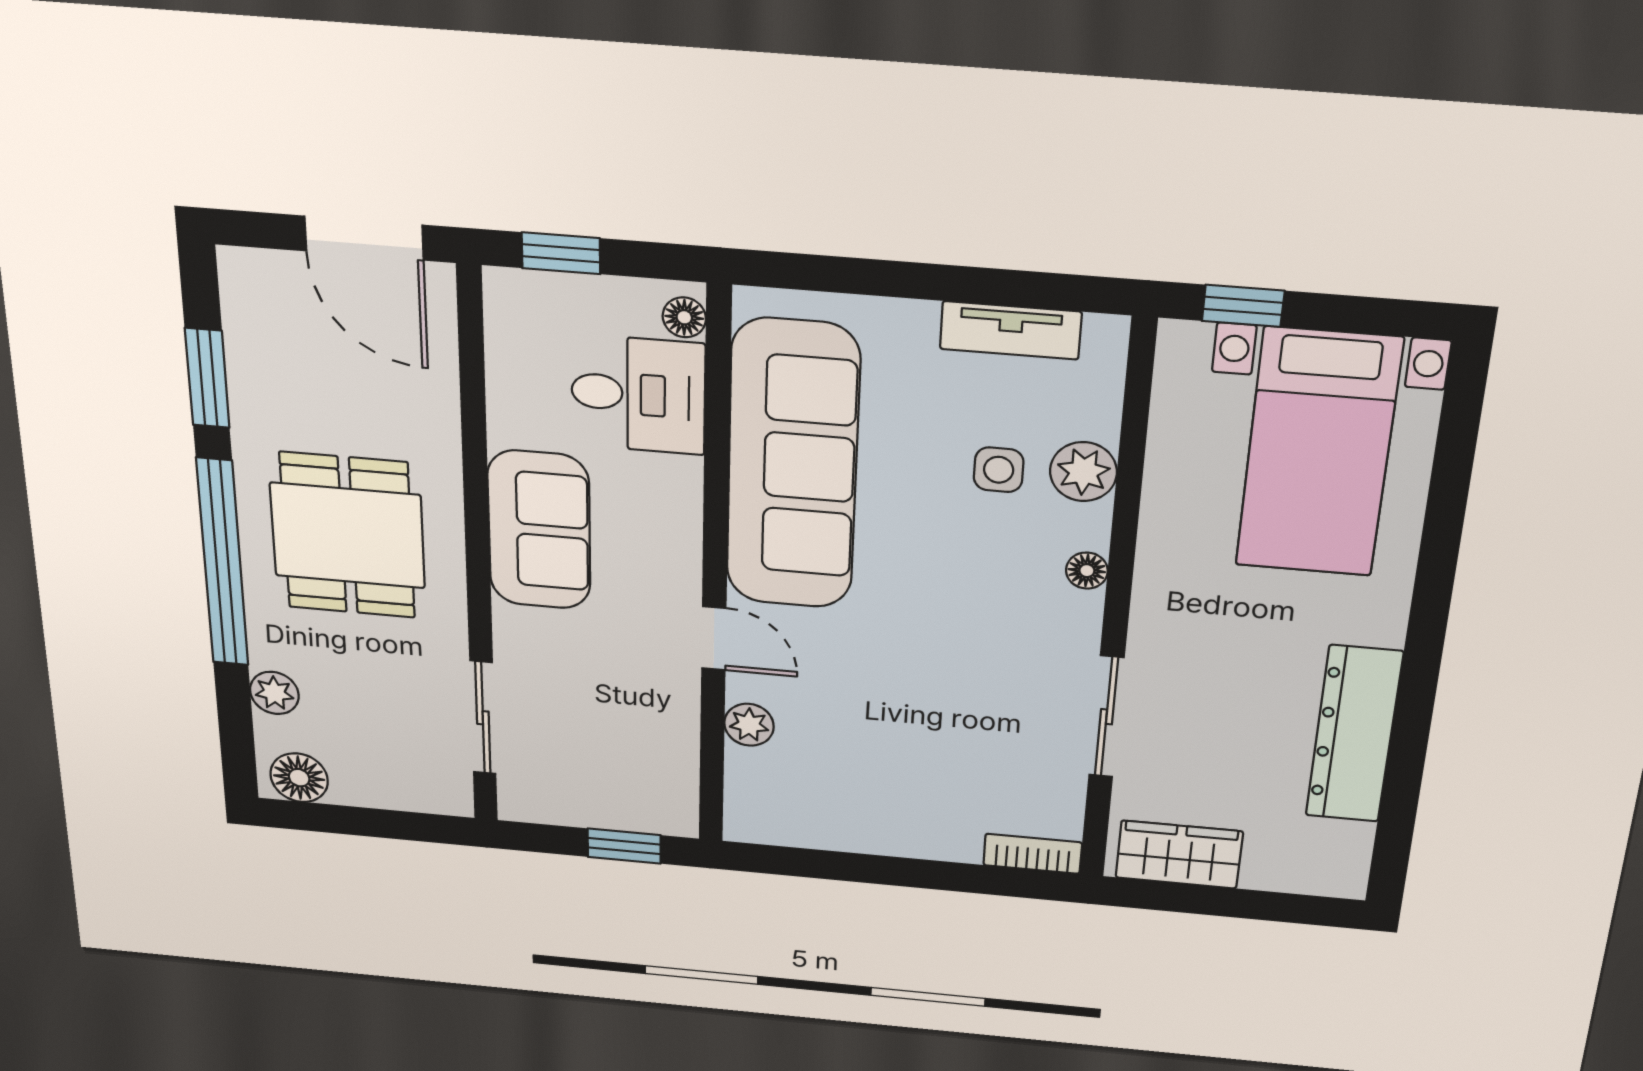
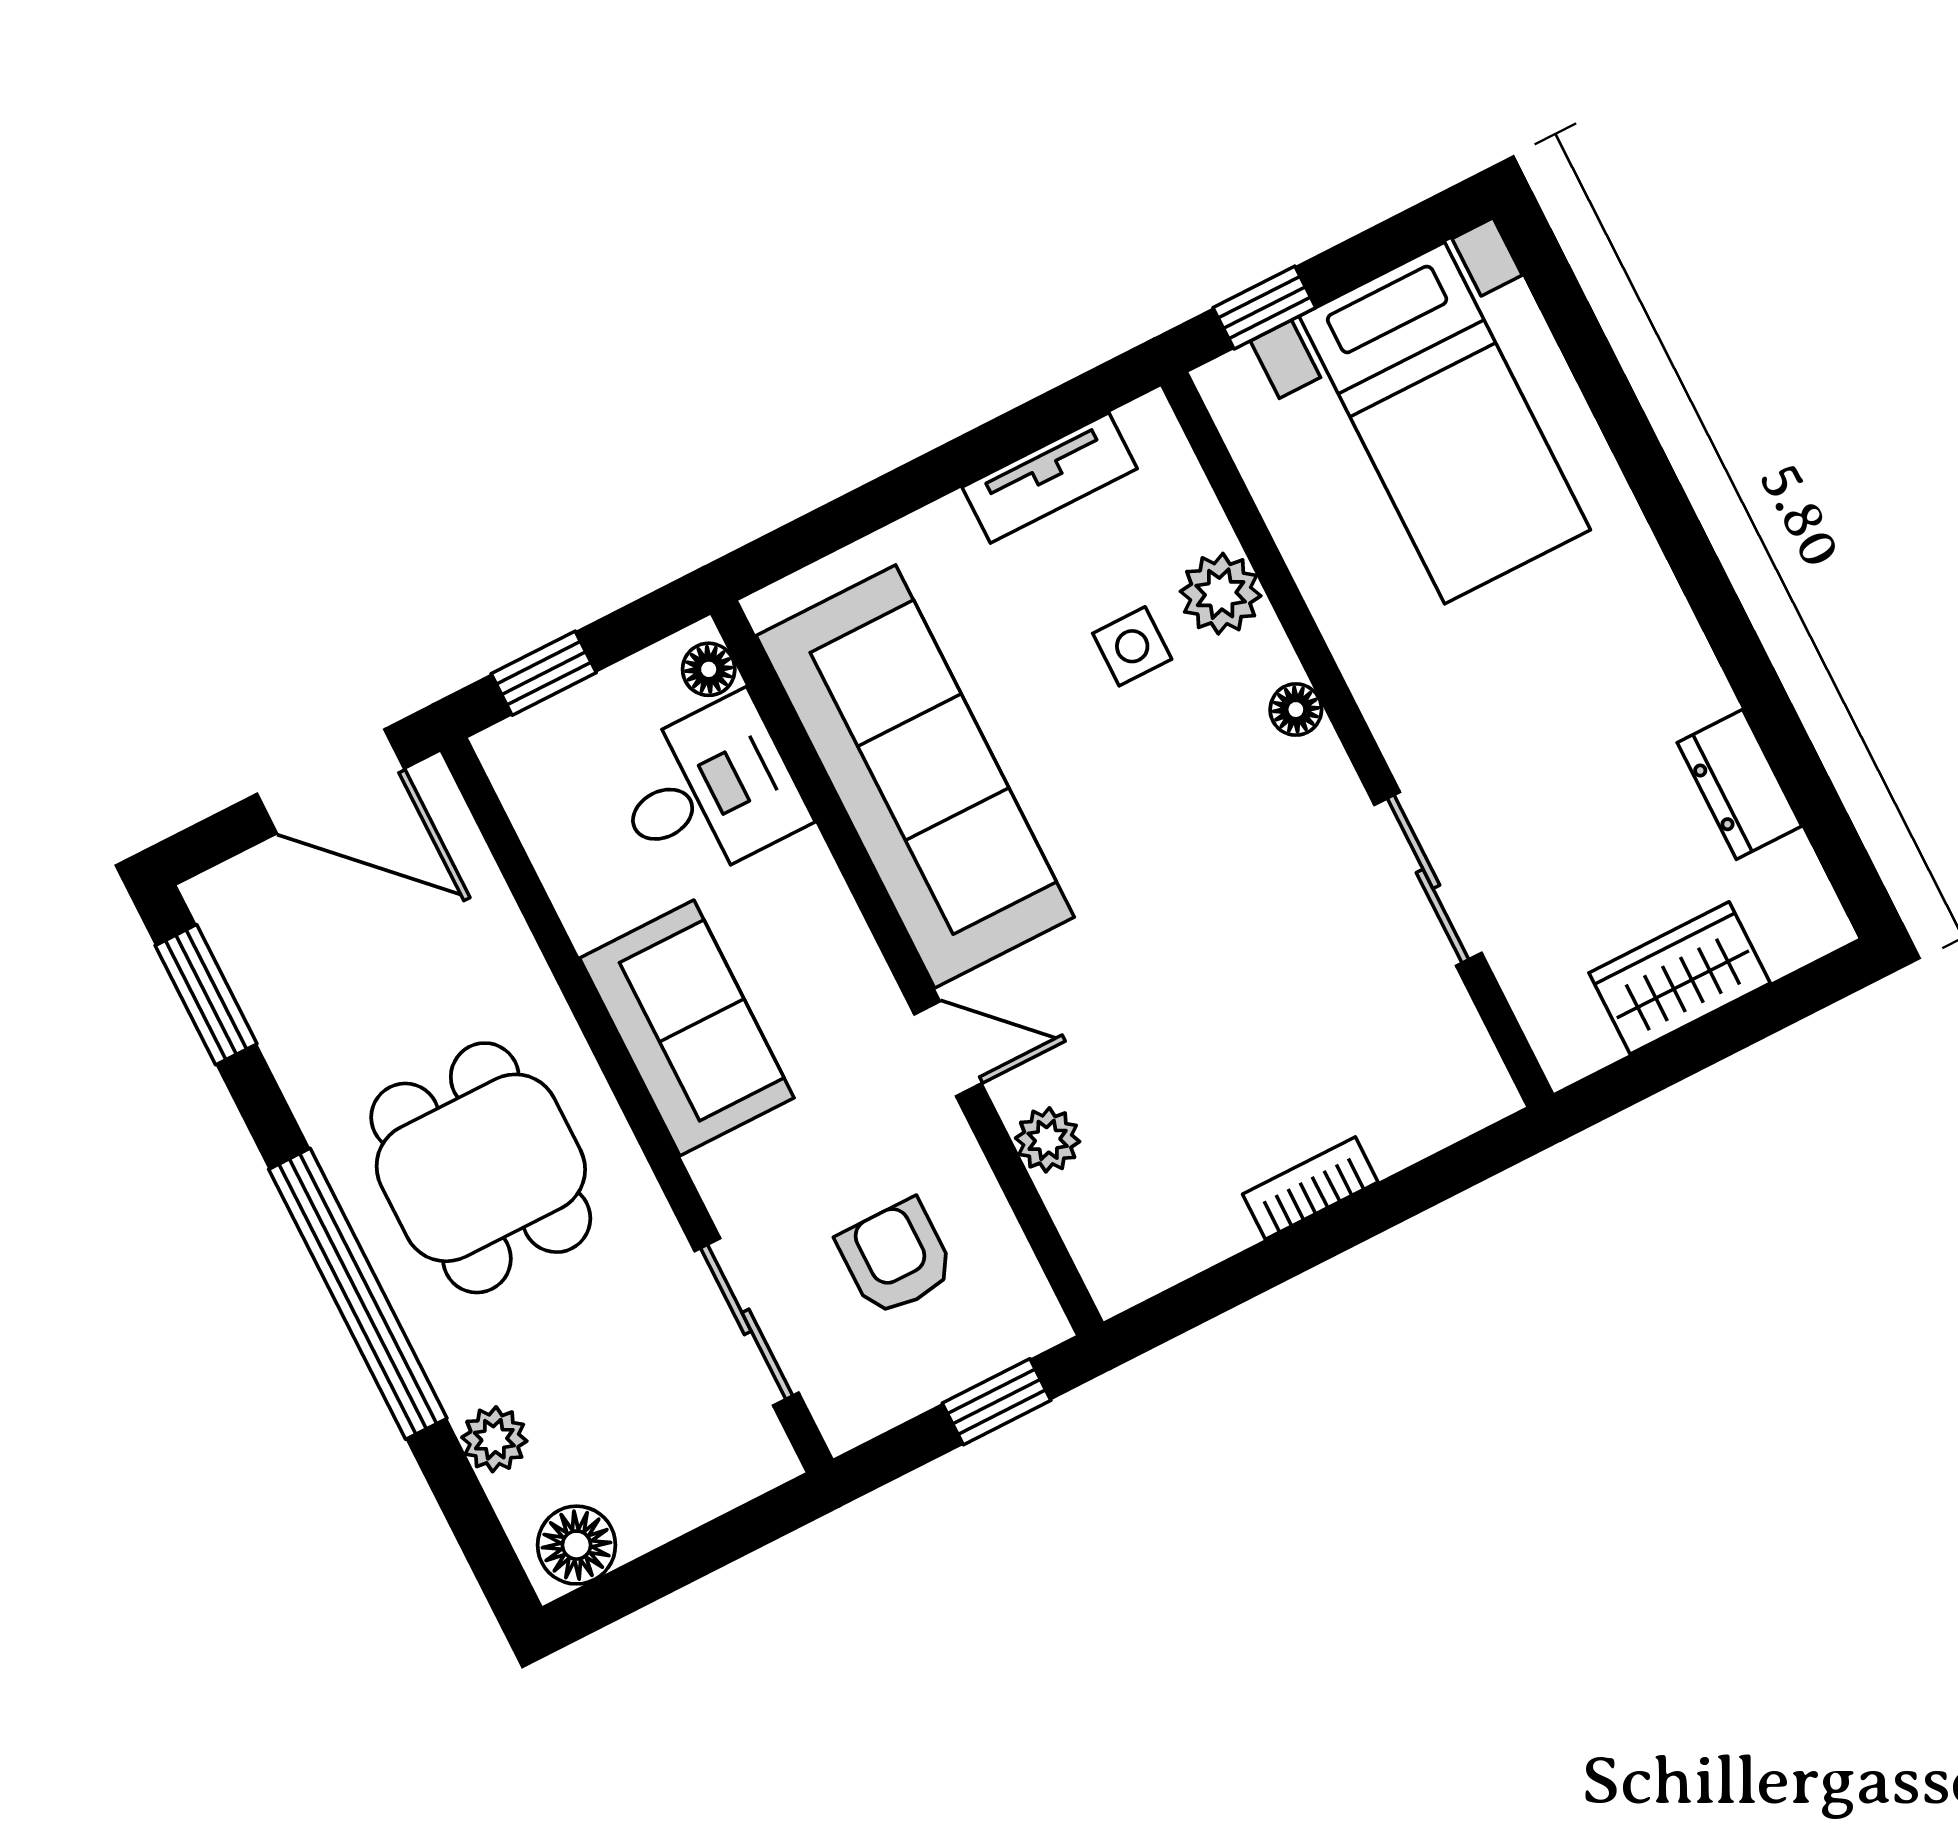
window: (207, 378) -> (206, 995), moved
dresser: (1354, 734) -> (1740, 784), width x0.51, depth x0.80
armchair: (605, 735) -> (896, 1258), added
bookcase: (1033, 854) -> (1310, 1188), moved
wardrobe: (1179, 855) -> (1680, 978), moved

